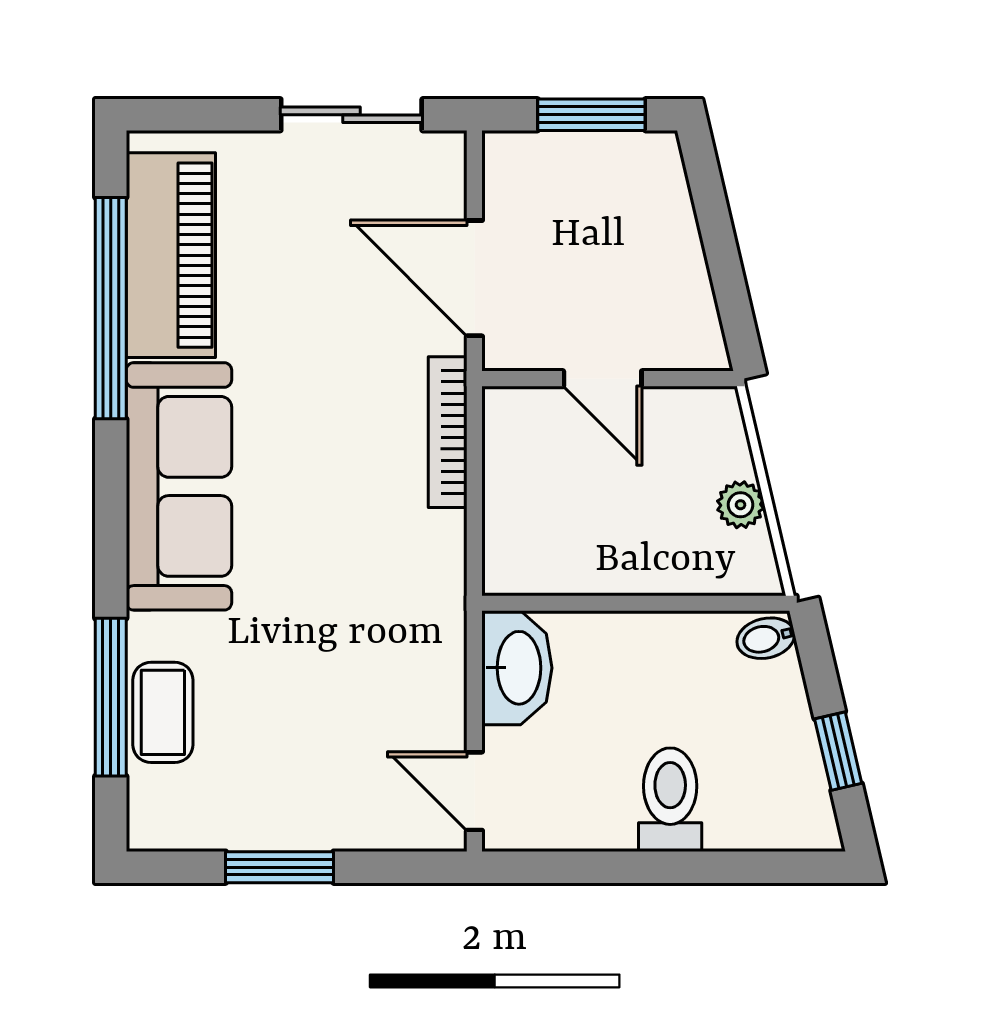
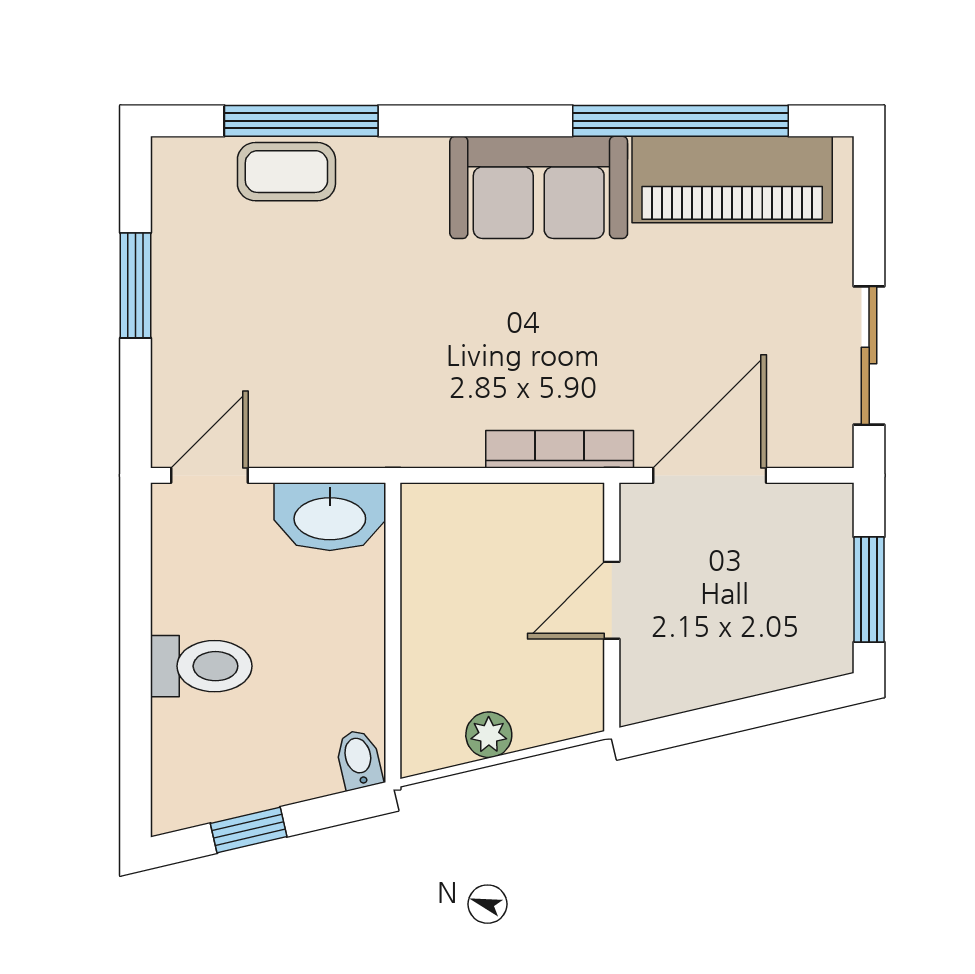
sofa: (179, 486) -> (539, 187), width x0.73

